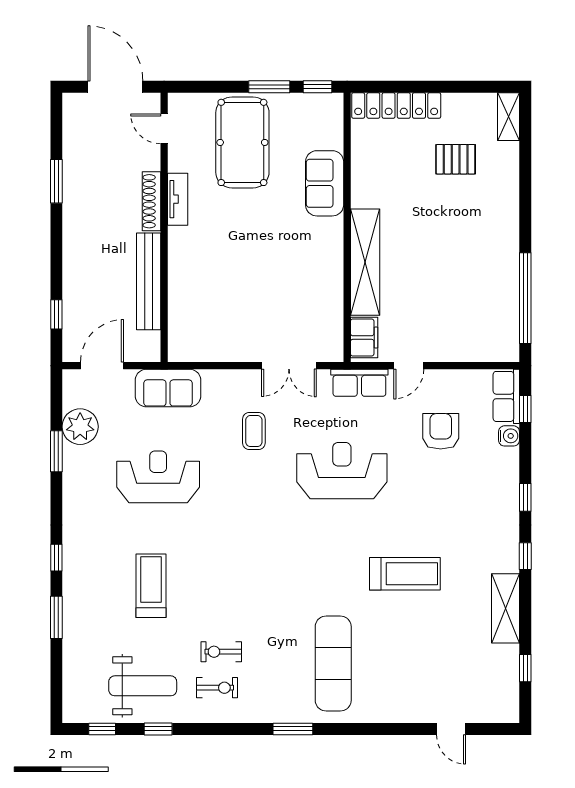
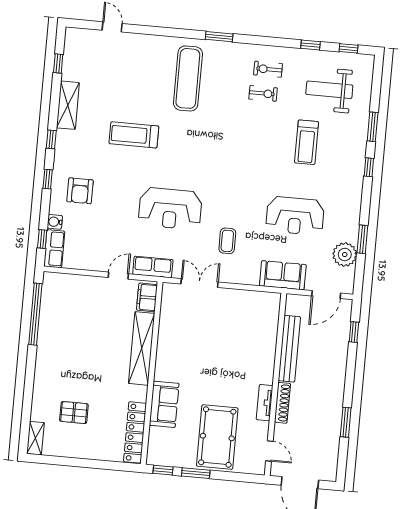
locker: (396, 105) -> (135, 432), moved, turned -90
armchair: (441, 431) -> (80, 191), moved
weight bench: (143, 686) -> (329, 90), moved

